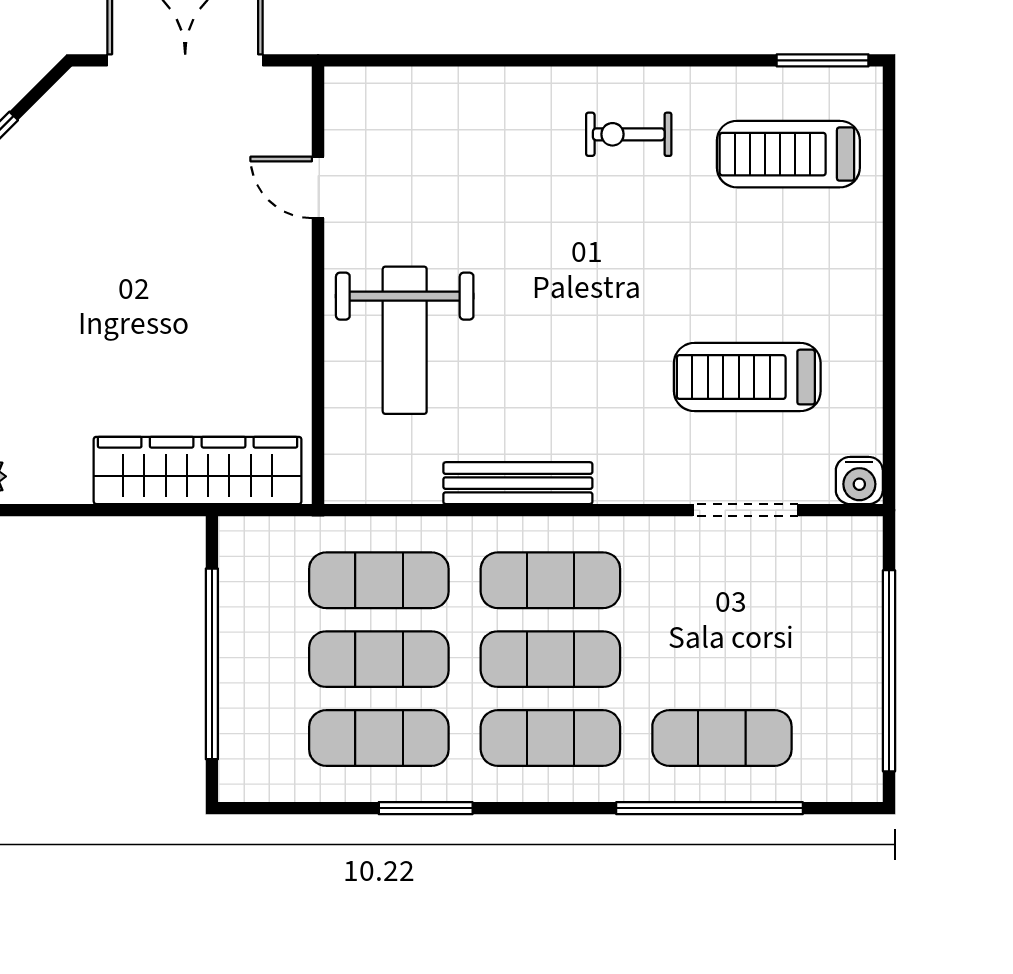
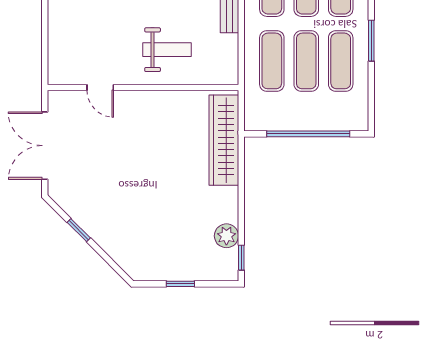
door: (318, 187) -> (100, 88), hinge flipped
weight bench: (405, 340) -> (167, 50), width x0.73, depth x0.75

